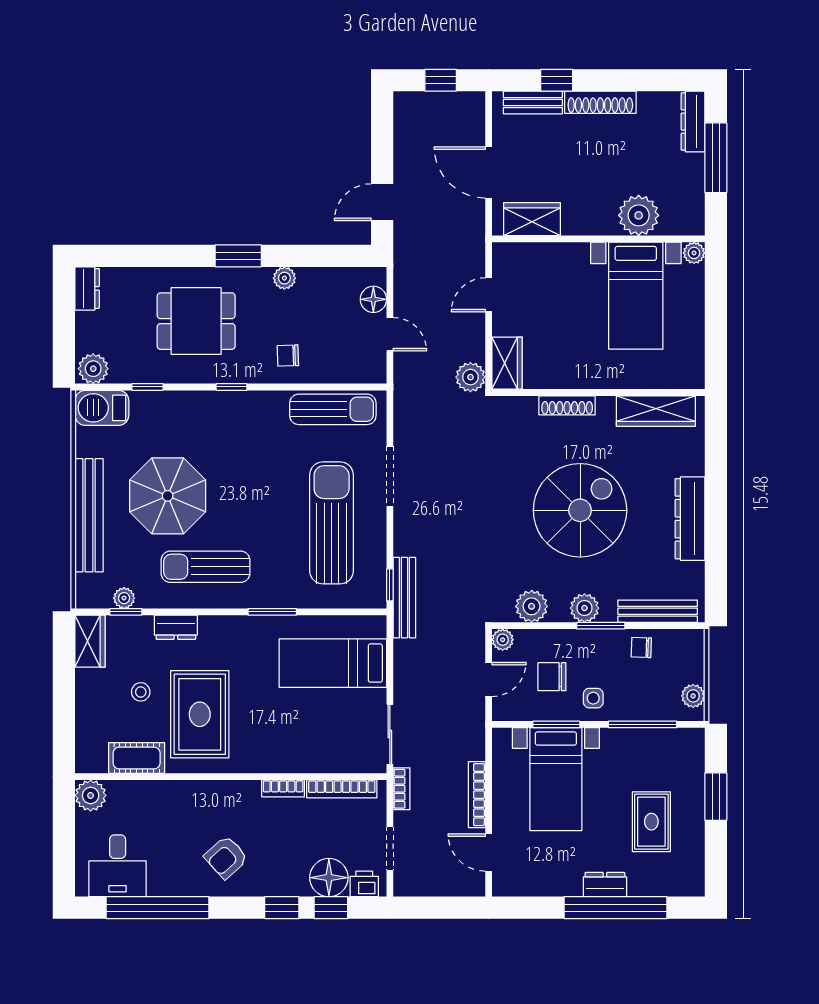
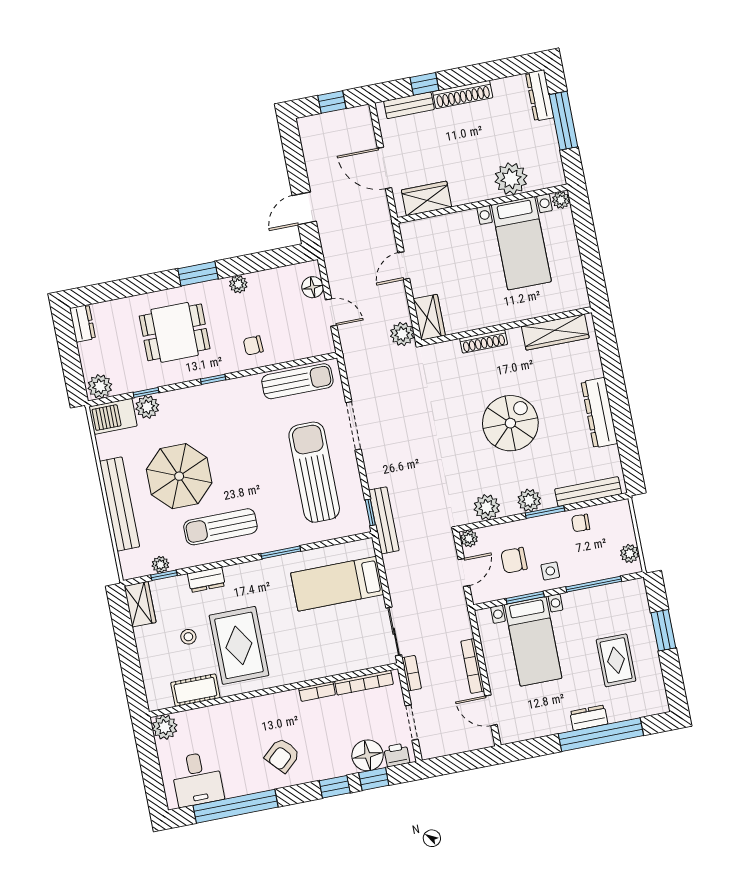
plant: (146, 405) -> (147, 407), added
spiral stairs: (580, 510) -> (510, 423), width x0.73, depth x0.73

